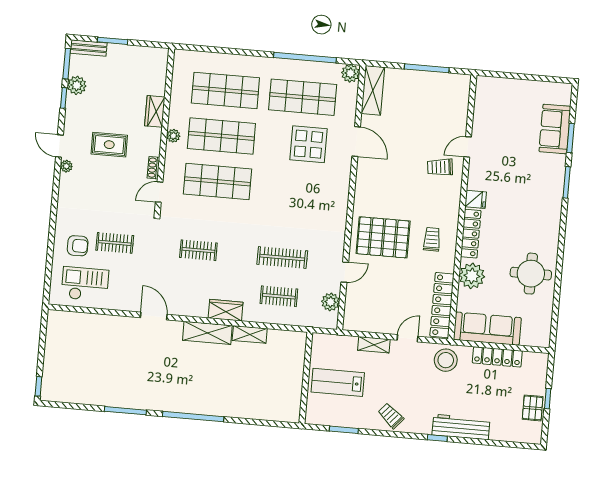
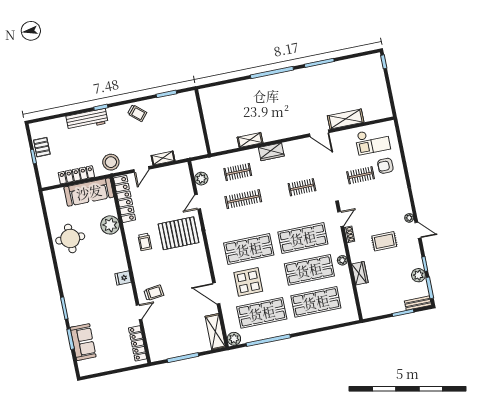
shop shelf: (295, 188) -> (249, 249), added
locker: (471, 234) -> (138, 343), moved
shelving: (207, 333) -> (346, 119), moved
lab bench: (338, 382) -> (180, 125), removed

